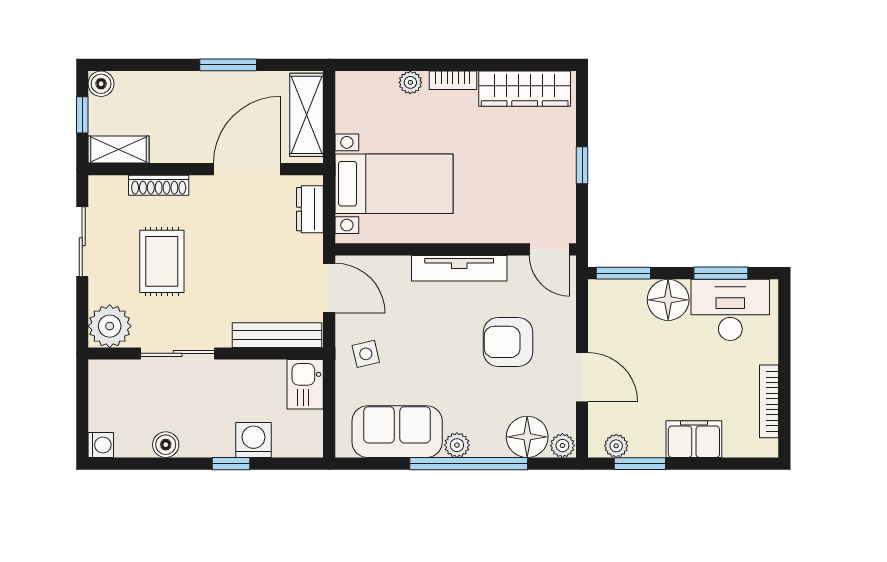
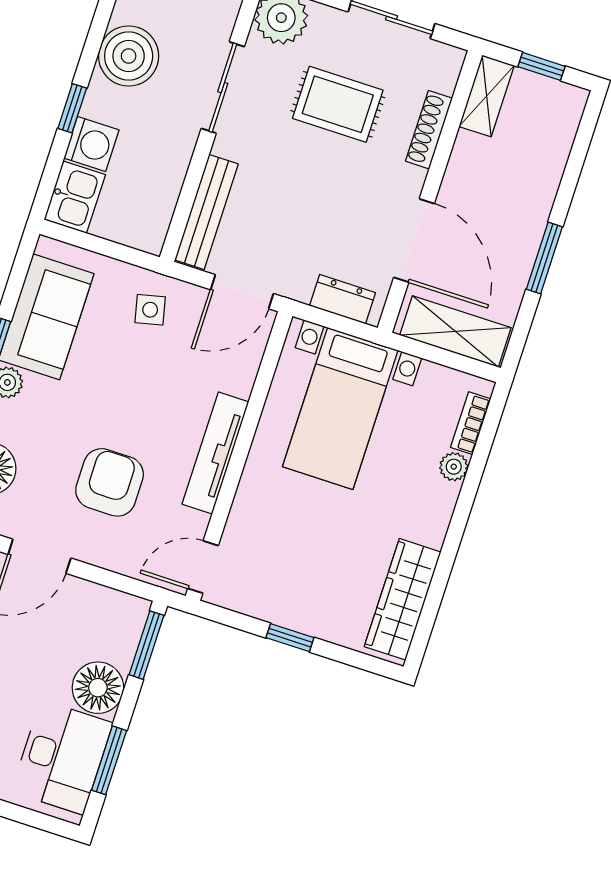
bookcase: (453, 80) -> (471, 423), moved
boiler: (101, 84) -> (571, 101), removed
kitchen sink: (305, 384) -> (75, 197), moved, turned 90
boiler: (166, 445) -> (129, 56), width x1.86, depth x1.86

